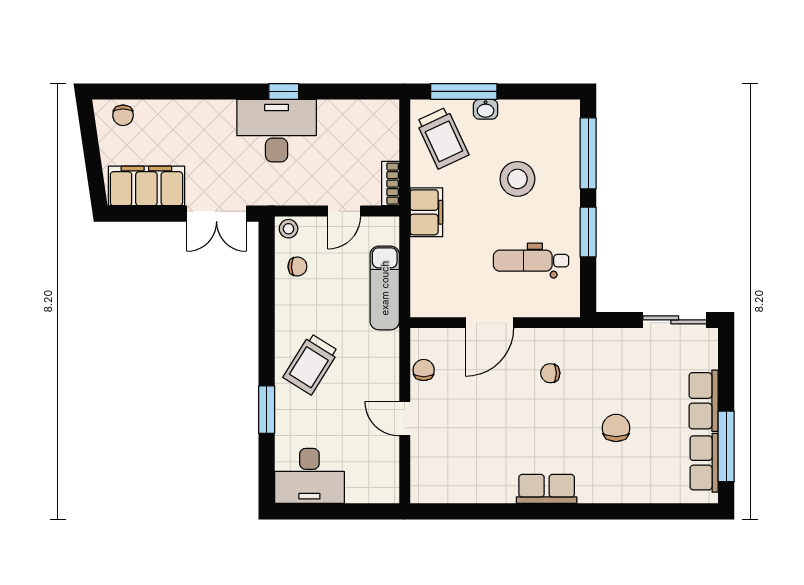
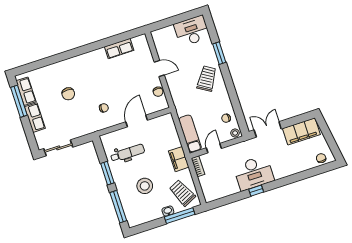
exam couch: (385, 288) -> (190, 134), moved
row of seats: (547, 489) -> (119, 49), moved

